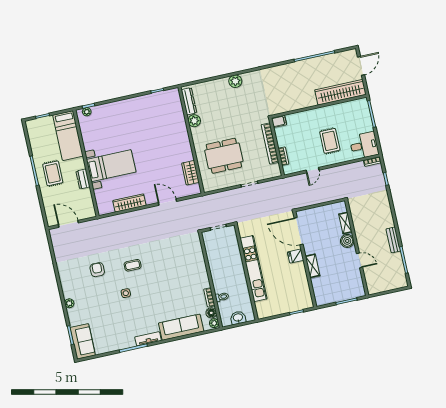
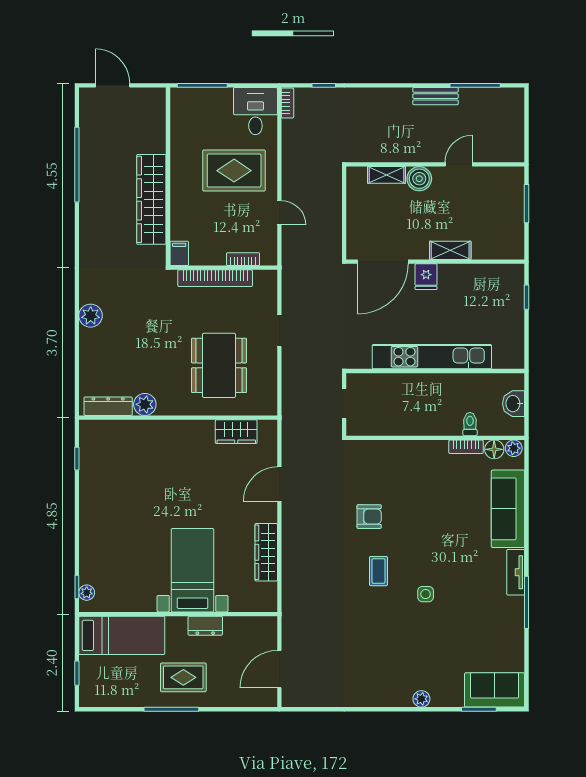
wardrobe: (340, 92) -> (151, 199), moved
rug: (330, 141) -> (234, 171), width x1.36, depth x1.43
armchair: (97, 270) -> (369, 517), moved, turned 180

